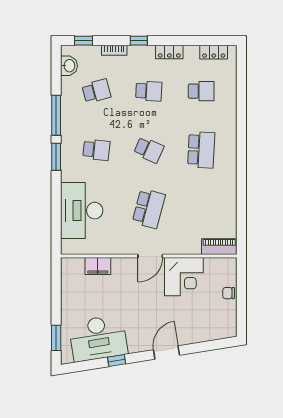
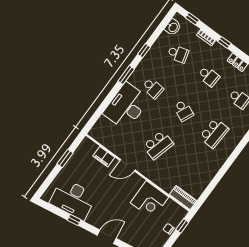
window: (56, 115) -> (144, 51), width x0.46
desk: (82, 211) -> (126, 106), moved
door: (150, 256) -> (128, 165), moved
window: (241, 279) -> (182, 226), added
window: (56, 338) -> (65, 158), moved

